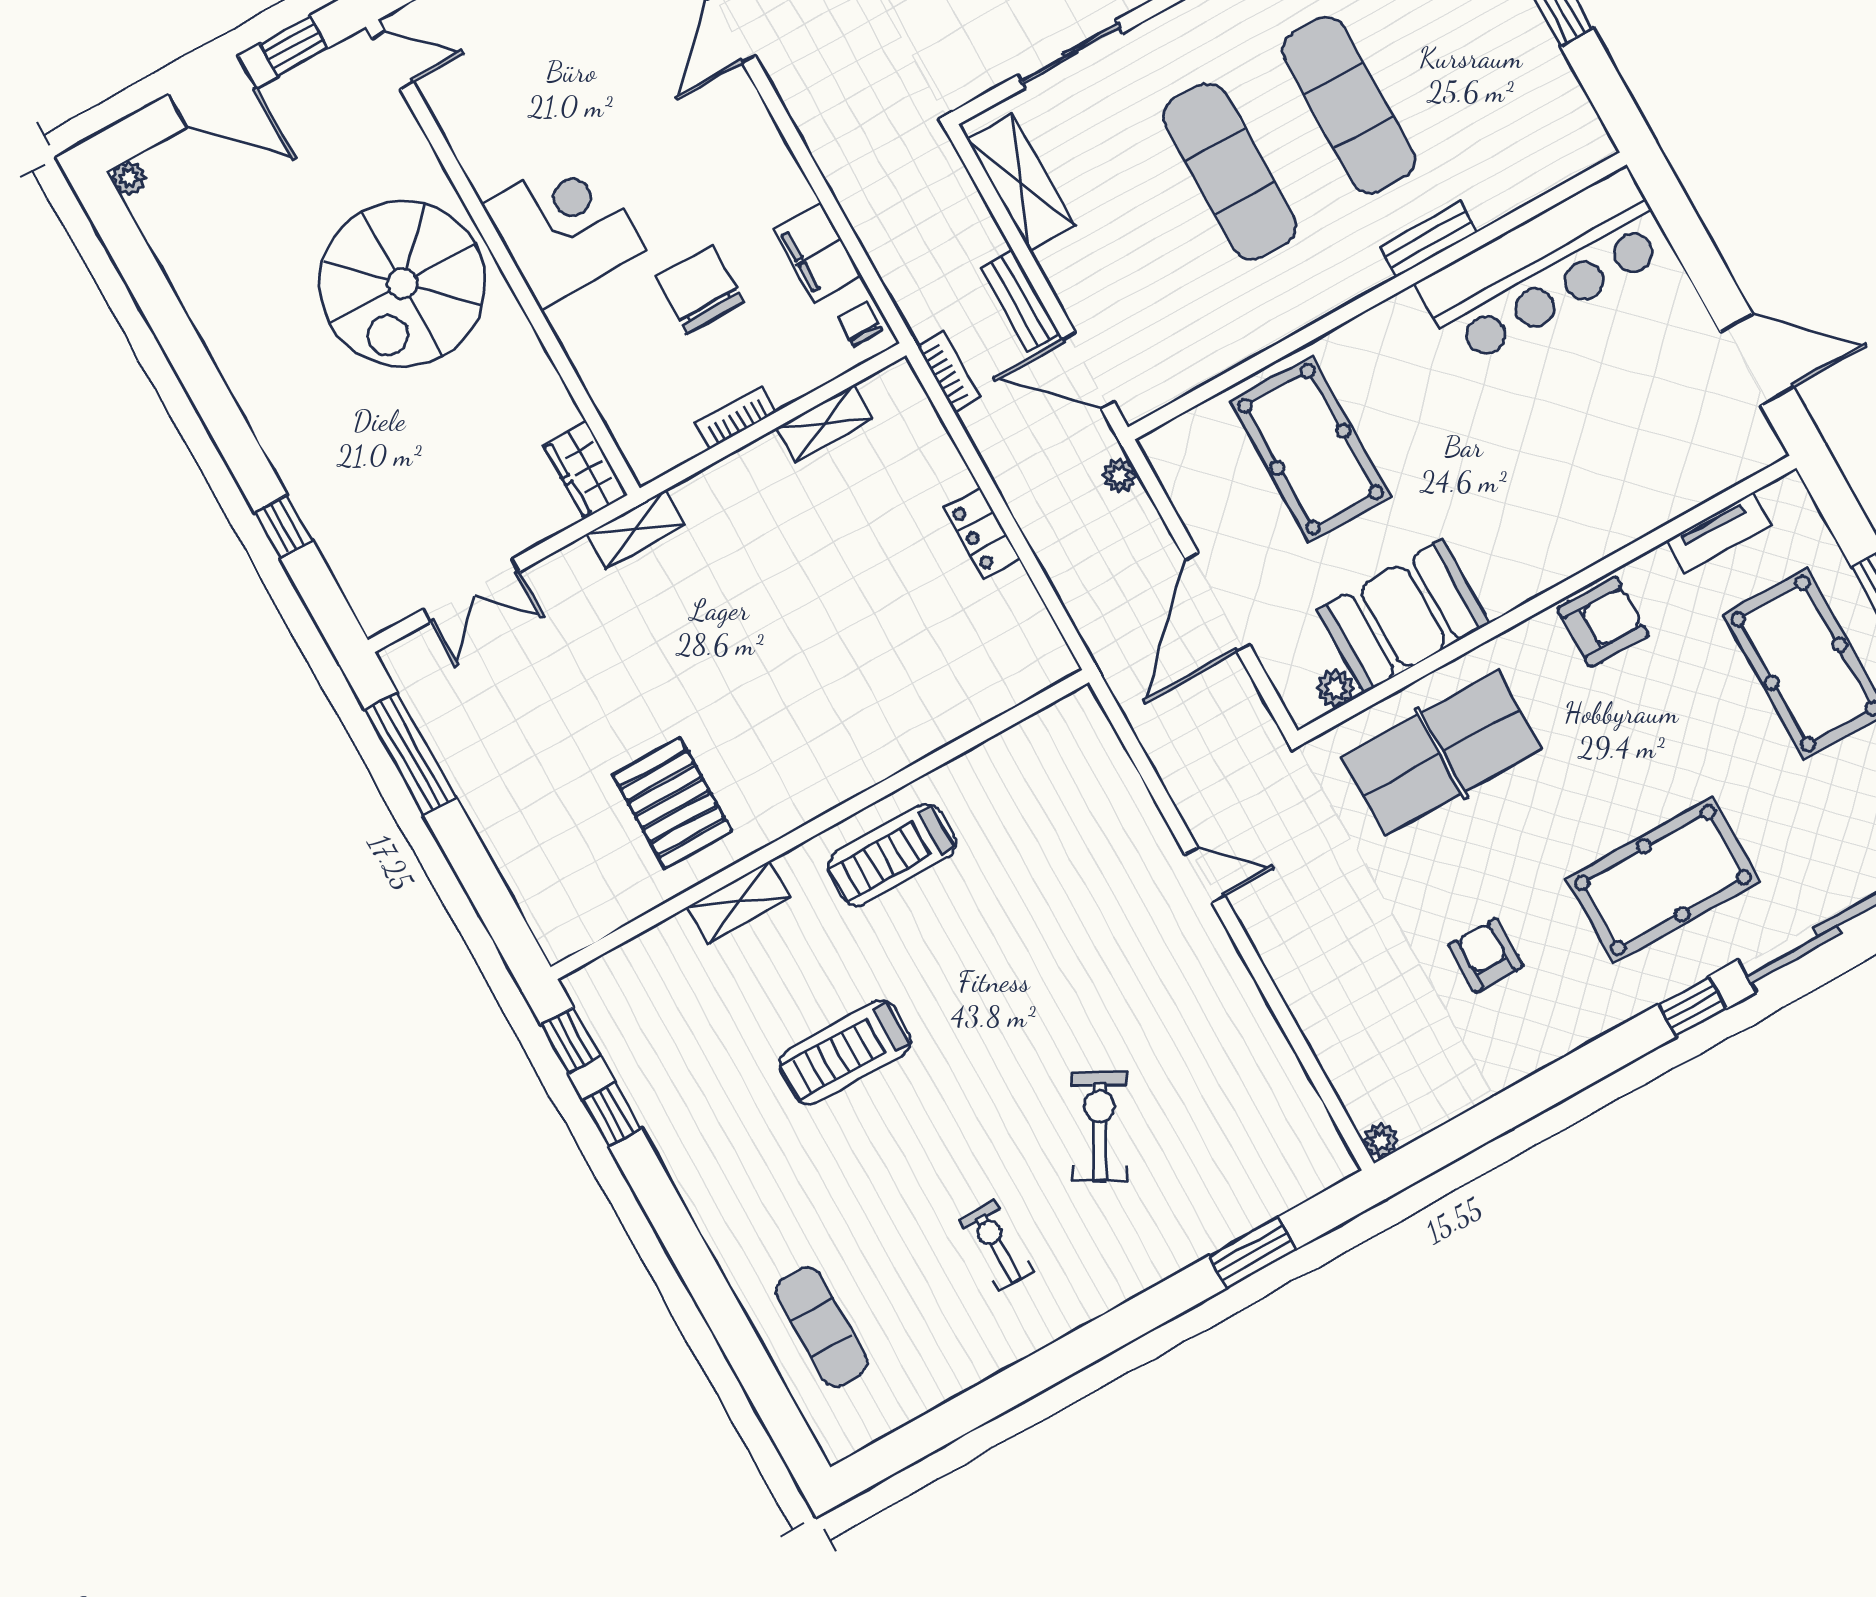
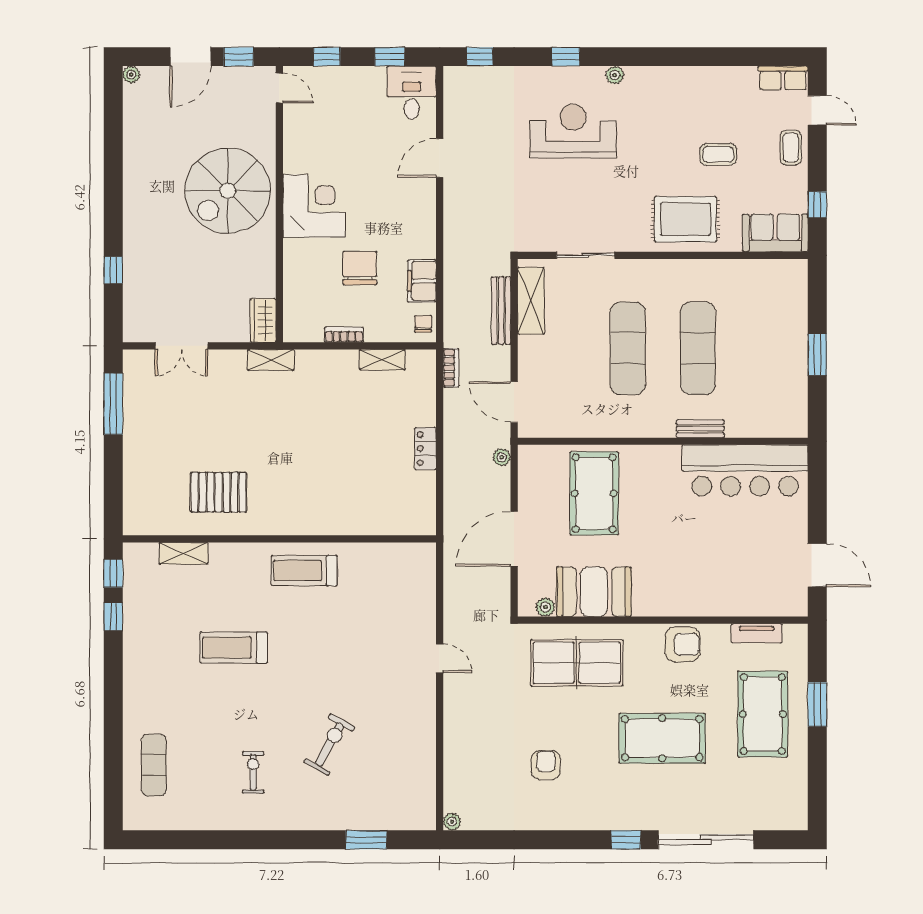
door: (212, 91) -> (191, 57), hinge flipped
bench: (1020, 301) -> (501, 311), moved, width x1.36
pallet: (672, 803) -> (219, 492), turned 90
pool table: (1663, 880) -> (662, 738), moved
shelving: (739, 902) -> (183, 553), moved

